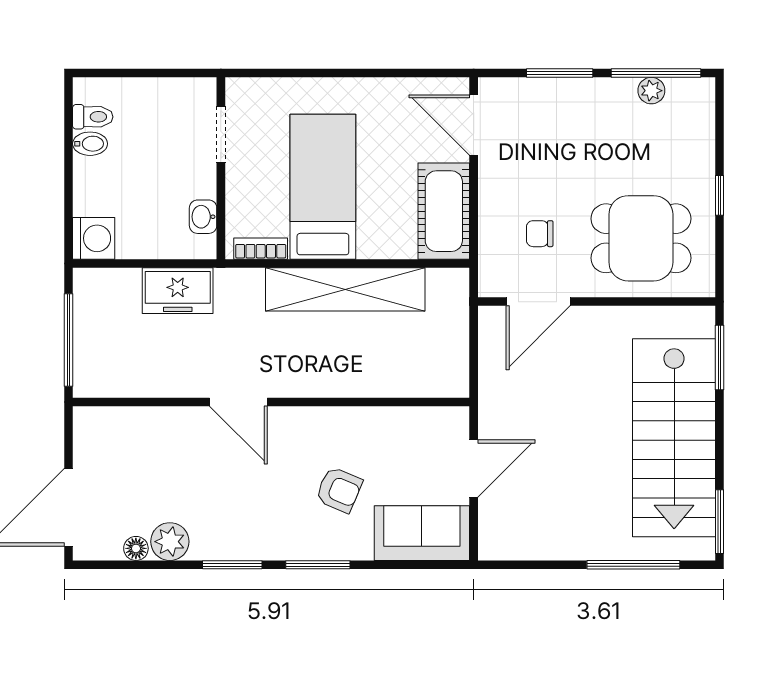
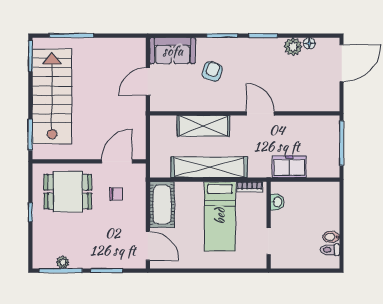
washing machine: (94, 238) -> (329, 192), removed
shelving: (357, 376) -> (203, 126), added
armchair: (339, 490) -> (212, 71), turned 85

